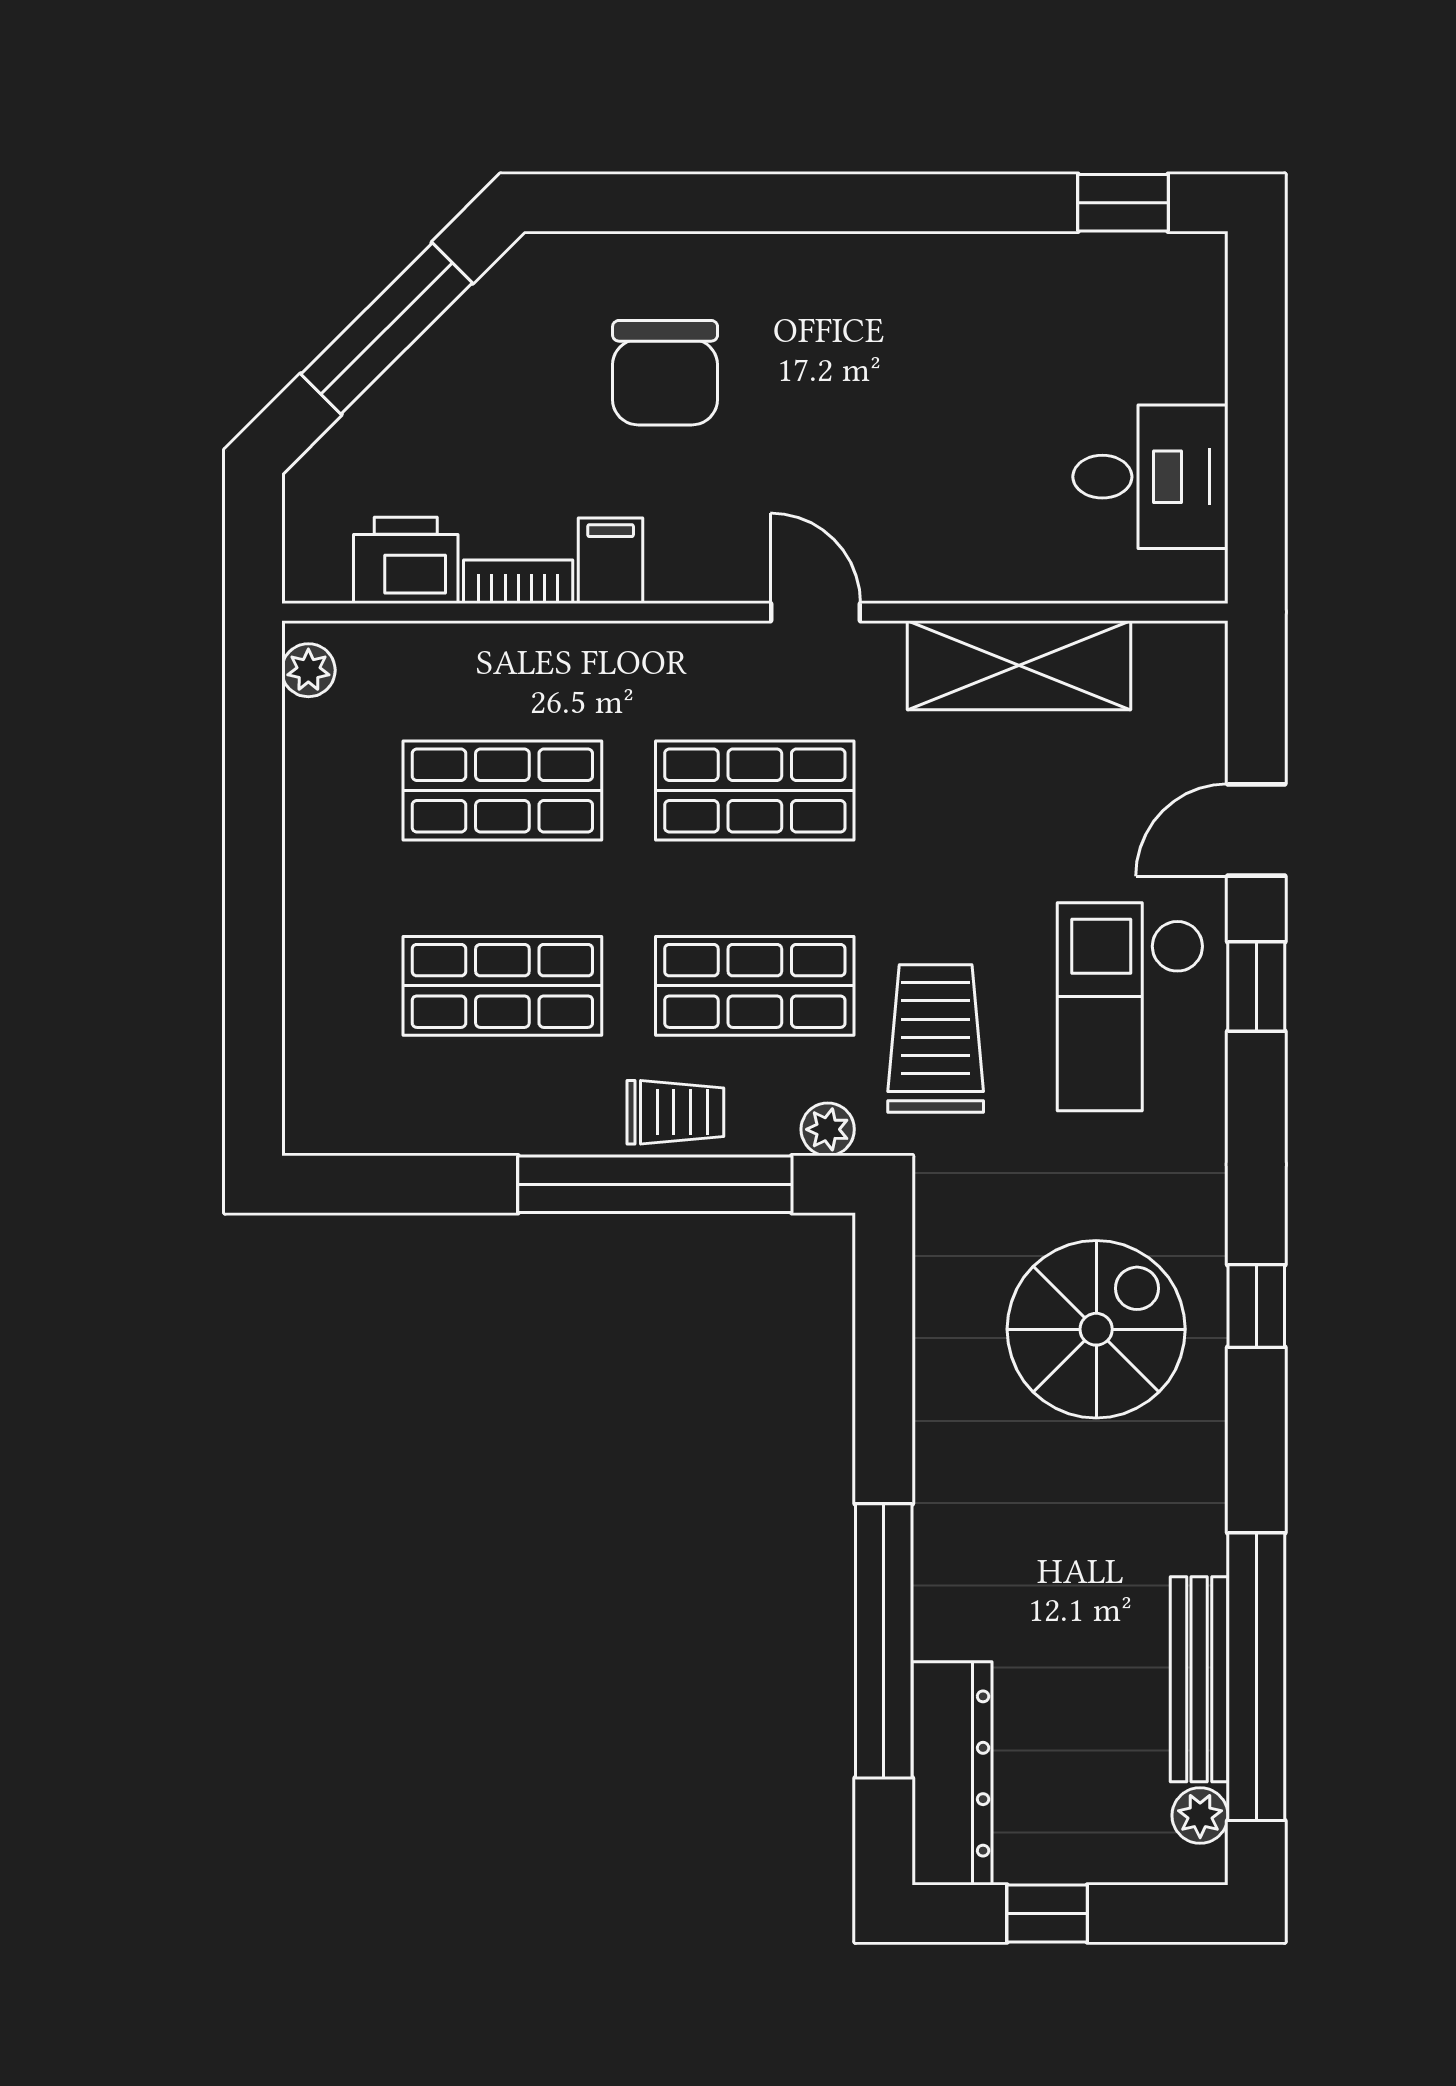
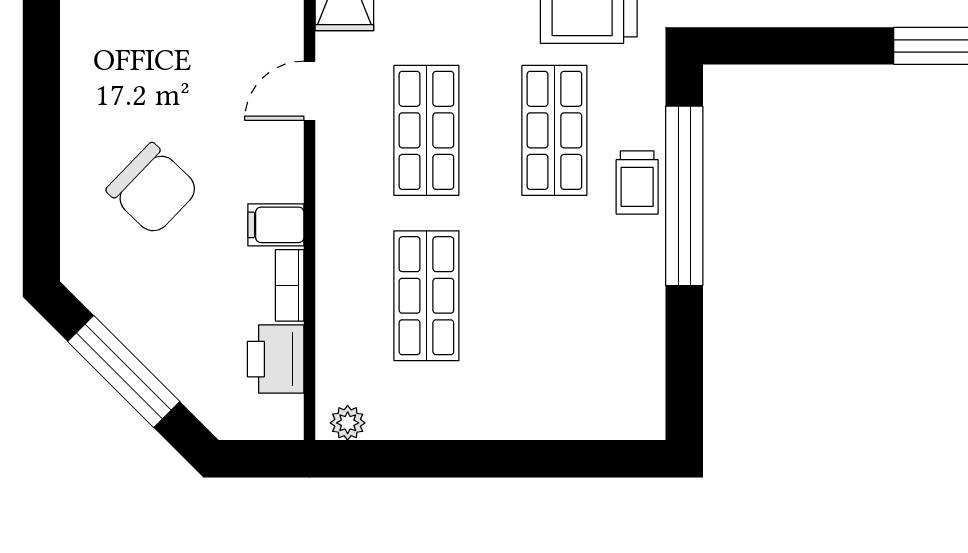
chair: (665, 373) -> (153, 189), turned 44
shop shelf: (502, 986) -> (554, 296), removed
trolley: (675, 1112) -> (637, 182), turned 180
plant: (828, 1129) -> (648, 83), removed

